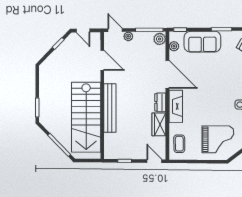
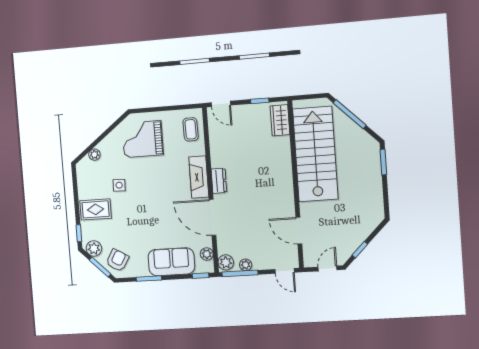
door: (83, 30) -> (327, 268), hinge flipped
plant: (128, 36) -> (246, 265), moved
bench: (110, 108) -> (284, 169), removed
wardrobe: (159, 124) -> (280, 120), moved, turned 180

